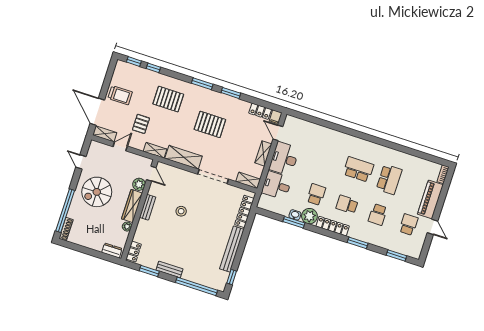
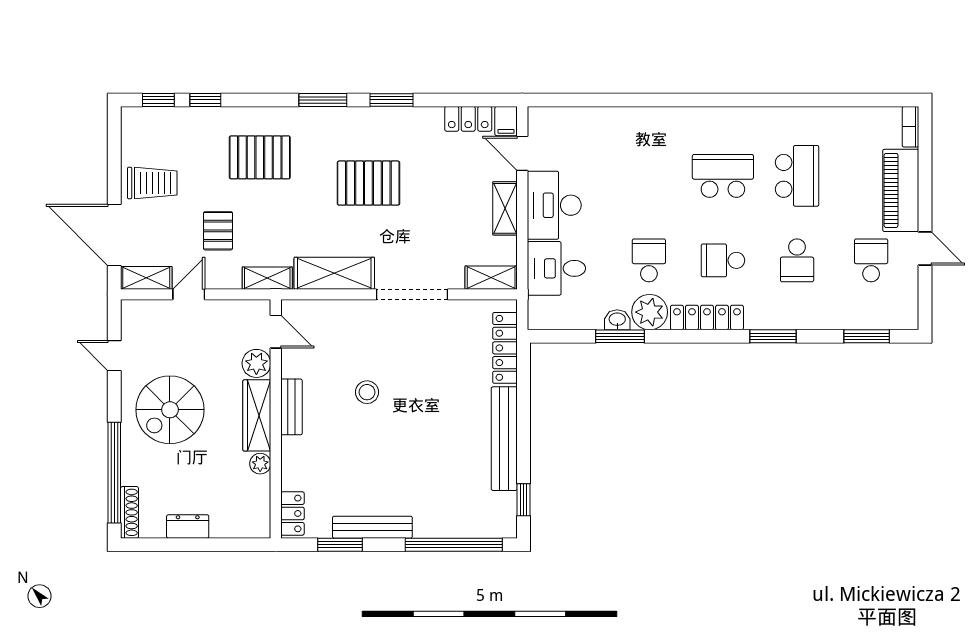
dresser: (112, 251) -> (188, 526), moved
bench: (170, 270) -> (372, 527), width x1.36

